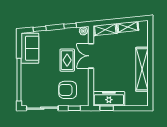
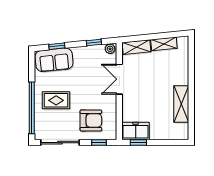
sofa: (30, 48) -> (54, 60), moved, turned 84
rug: (67, 60) -> (56, 100), moved, turned 90
shelving: (142, 69) -> (181, 104), width x0.68
armchair: (68, 90) -> (91, 120), turned 180
freezer: (109, 99) -> (136, 131), width x0.71

